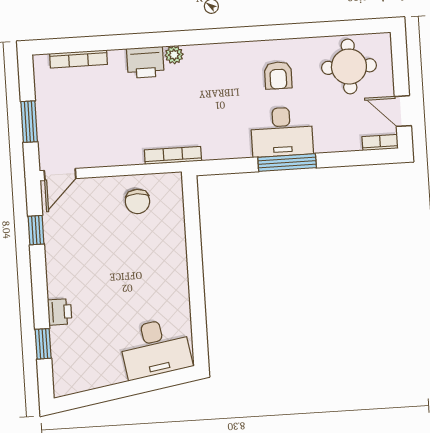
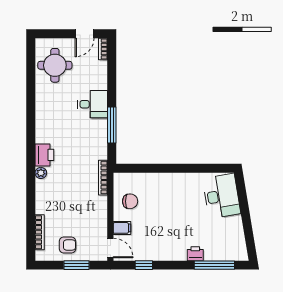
printer: (145, 62) -> (44, 155), moved
armchair: (278, 75) -> (68, 245), moved
desk: (282, 132) -> (93, 104), width x0.73
window: (287, 163) -> (112, 125), moved
filing cabinet: (94, 191) -> (122, 228), added
window: (43, 344) -> (214, 265), width x2.17

